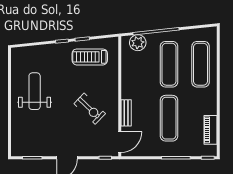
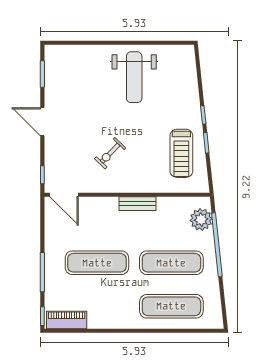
treadmill: (90, 57) -> (181, 153), turned 180
weight bench: (35, 91) -> (134, 77), turned 90
exercise bike: (90, 109) -> (110, 153), width x0.73, depth x0.72
bench: (126, 113) -> (137, 204), moved
piano: (210, 130) -> (67, 320), moved

